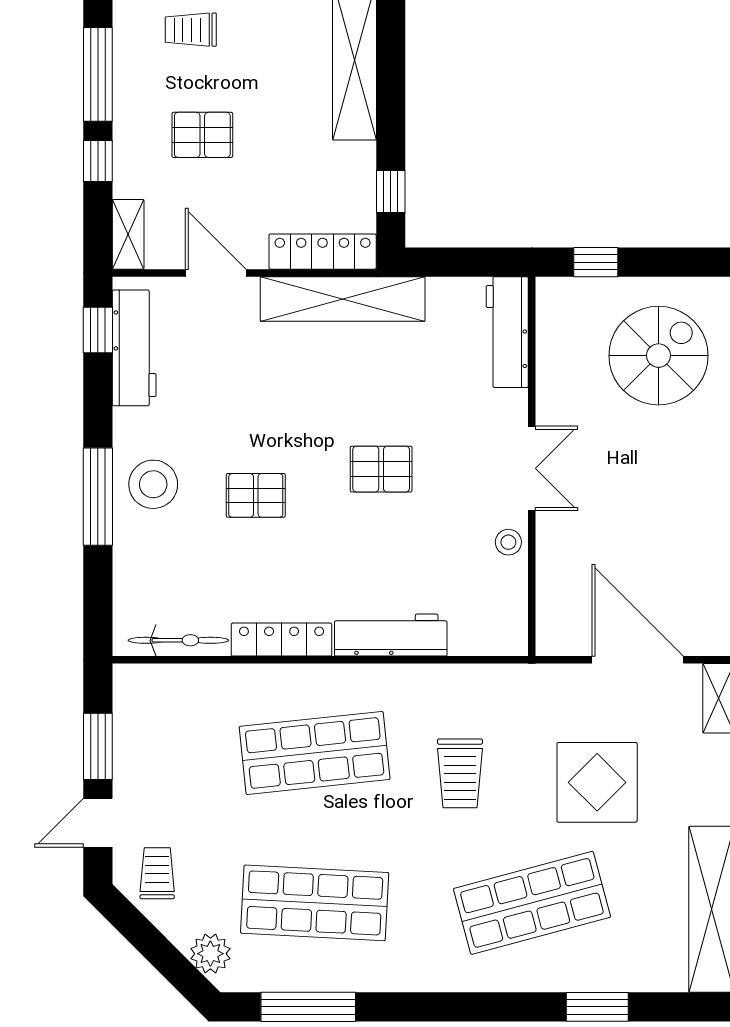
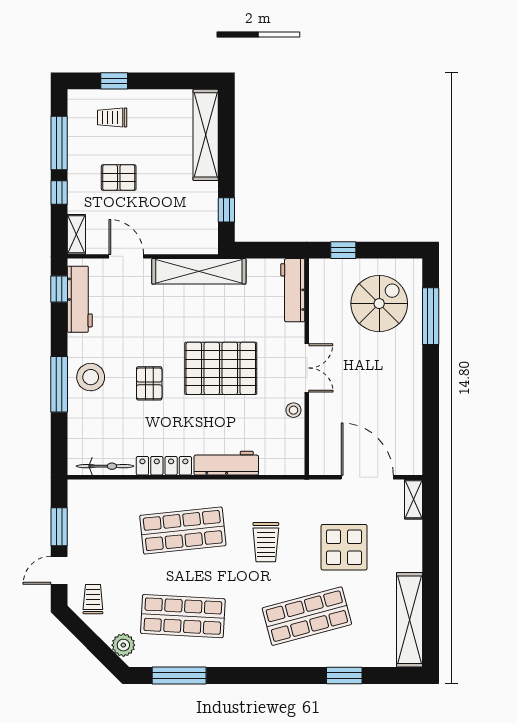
locker: (323, 252) -> (187, 244), removed
pallet: (381, 469) -> (221, 368), width x2.05, depth x2.00
pallet: (256, 495) -> (149, 383), turned 90

